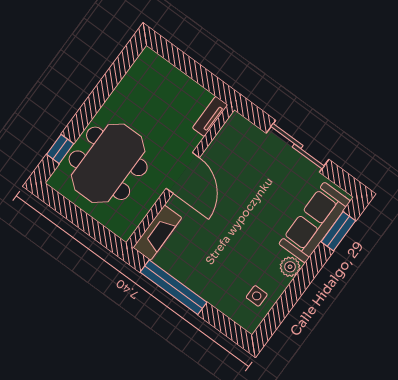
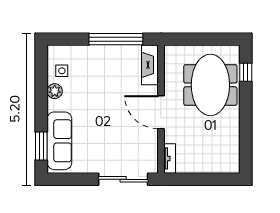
sliding door: (298, 146) -> (123, 179), moved
plant: (290, 267) -> (55, 91), moved

